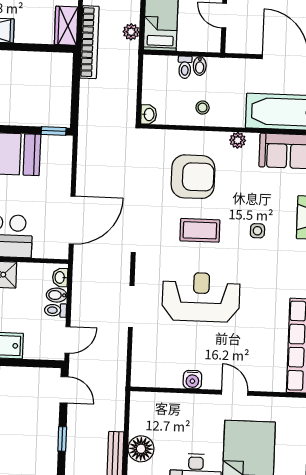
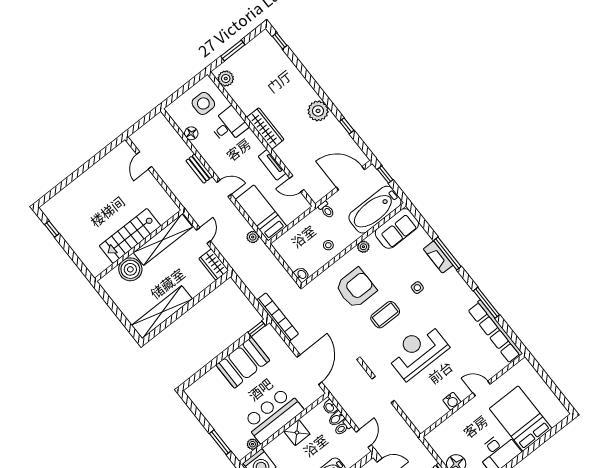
bookcase: (90, 42) -> (278, 317), moved
bidet: (200, 66) -> (307, 223), removed
toilet: (185, 67) -> (326, 210), moved

